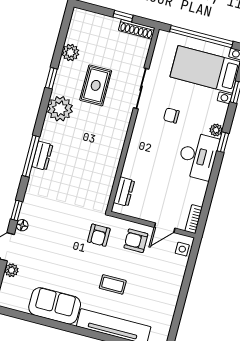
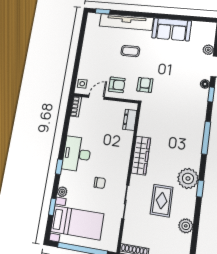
window: (51, 78) -> (200, 189), moved
plant: (216, 130) -> (62, 192), moved
wardrobe: (115, 144) -> (141, 155), added
dresser: (42, 156) -> (197, 139), removed

